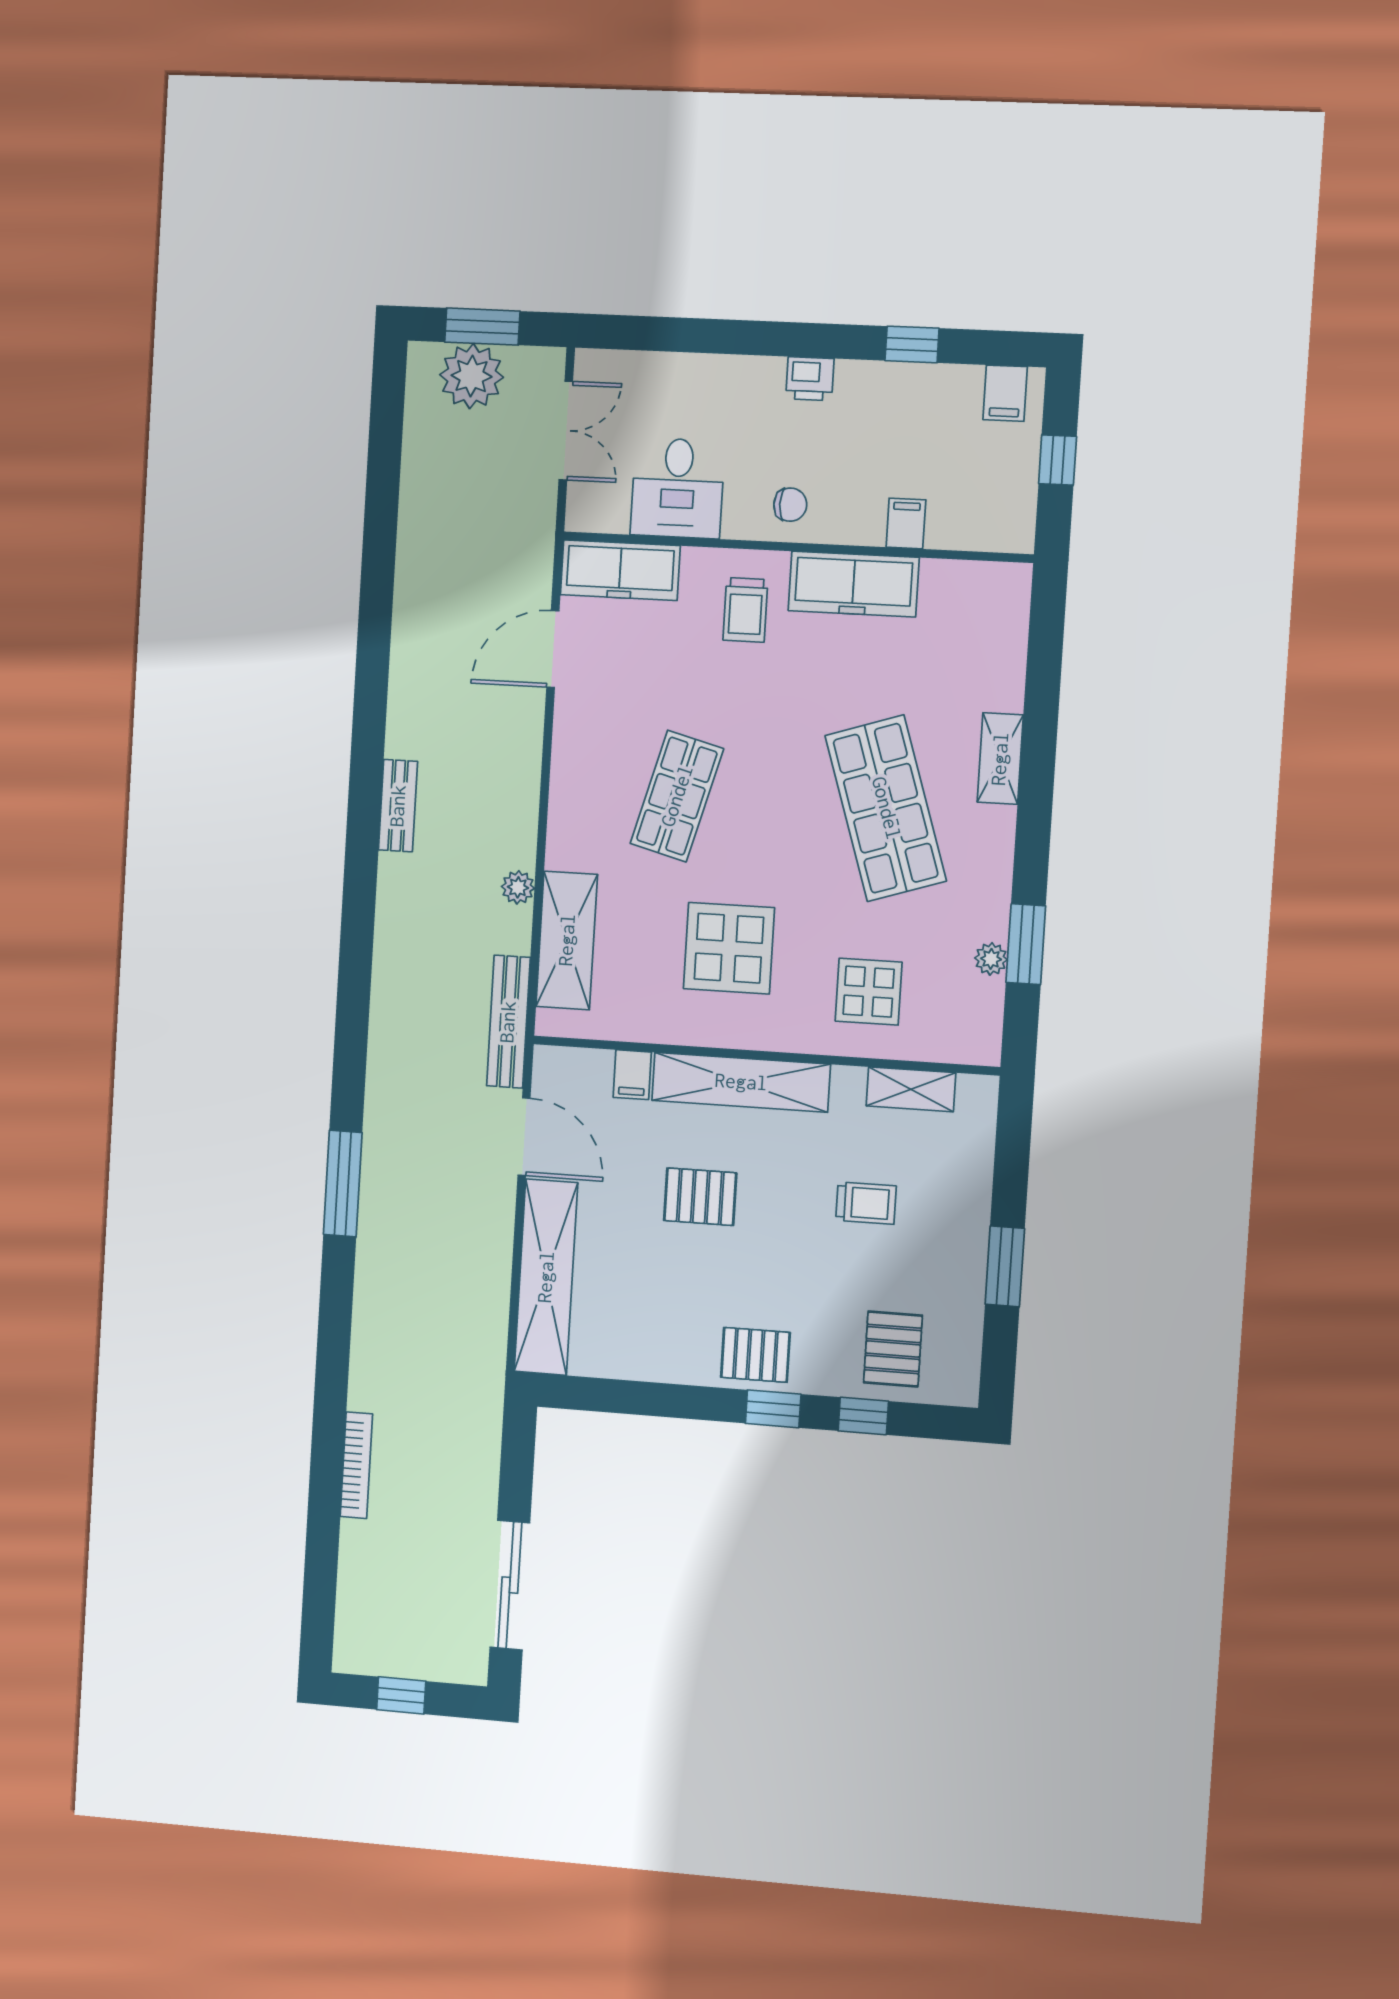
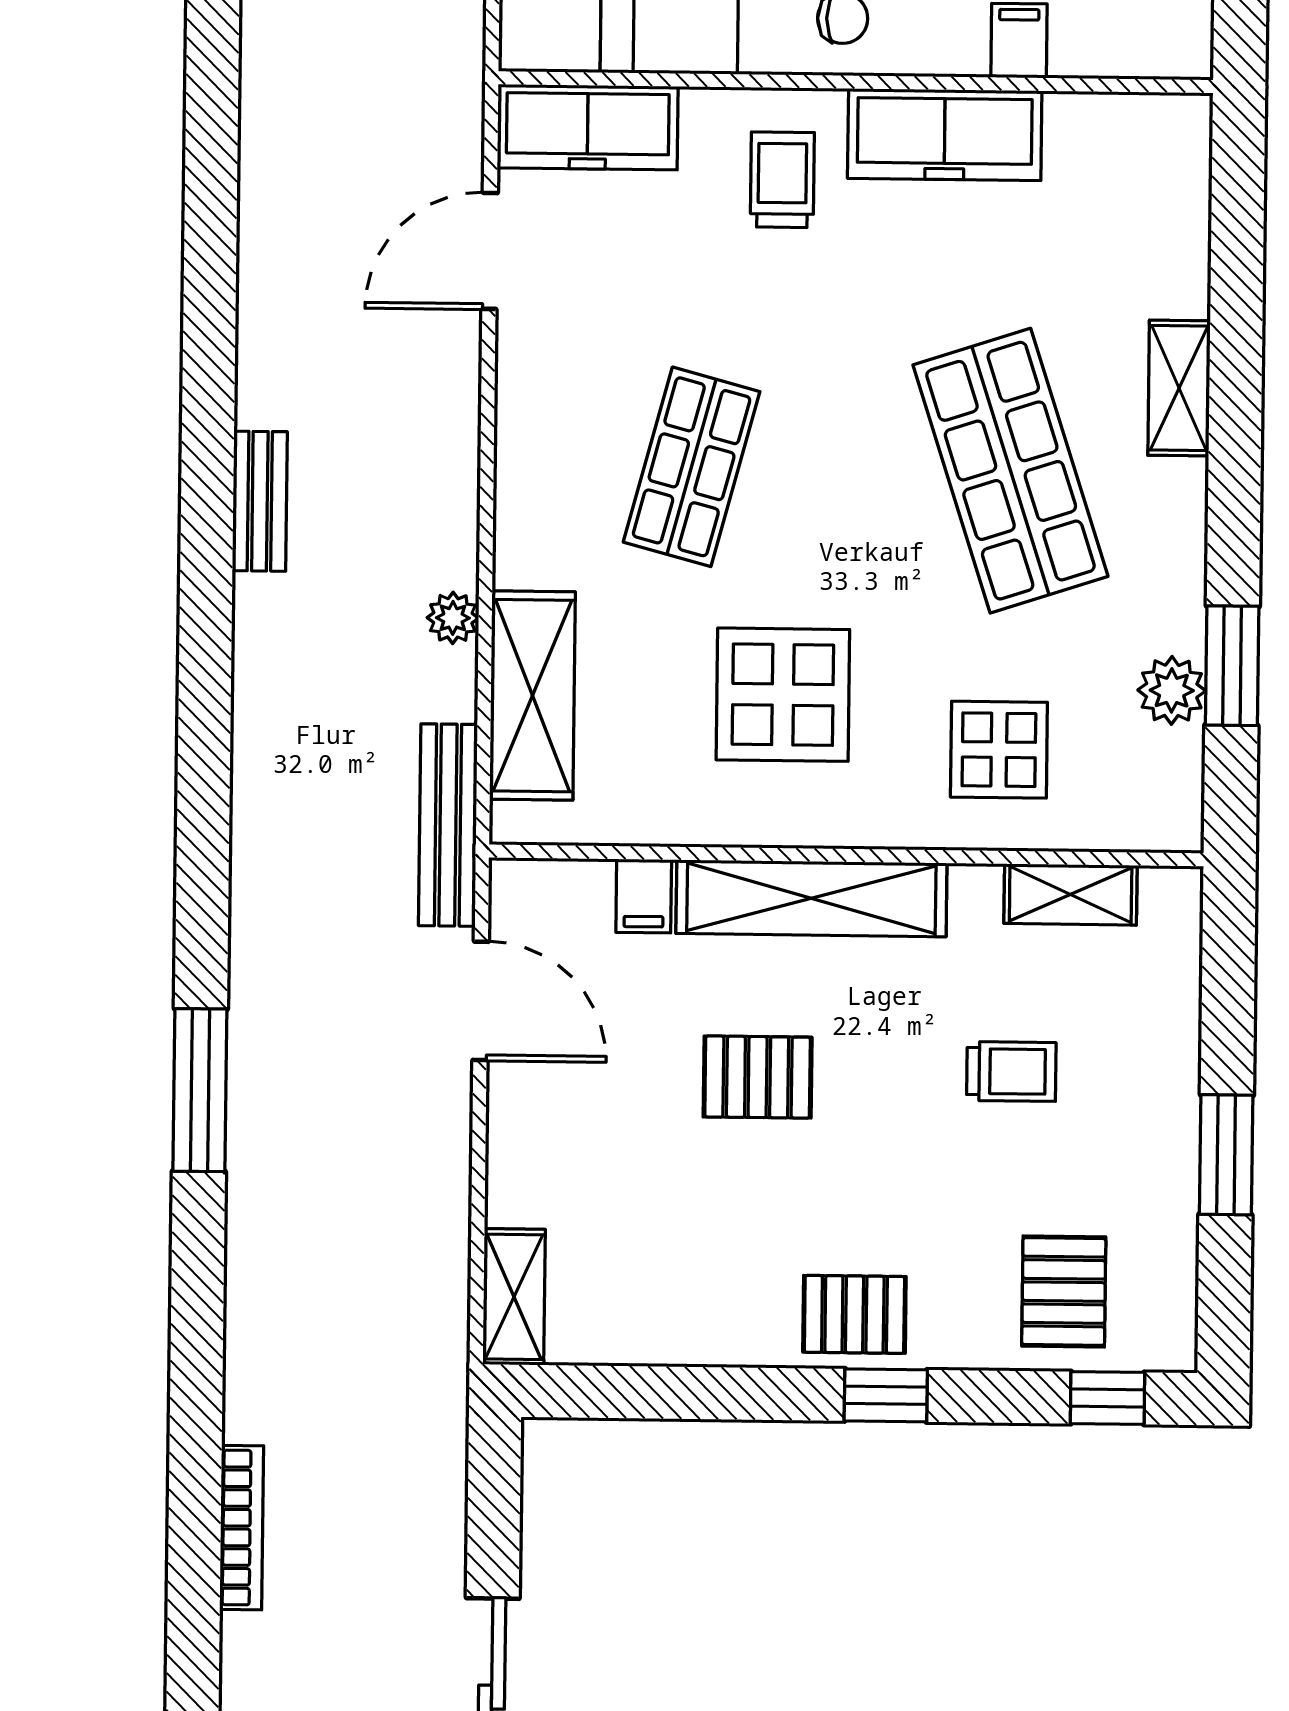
trolley: (745, 610) -> (782, 180), turned 180
plant: (991, 959) -> (1172, 690), width x1.38, depth x1.38
shelving: (546, 1277) -> (514, 1297), width x0.45, depth x0.75
window: (863, 1416) -> (1108, 1398), moved

